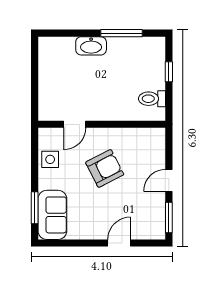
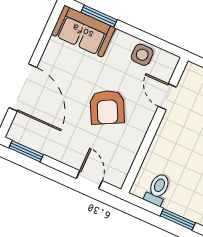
window: (169, 72) -> (178, 219), width x1.50
door: (169, 180) -> (89, 180), moved
door: (119, 243) -> (23, 88), width x1.88

